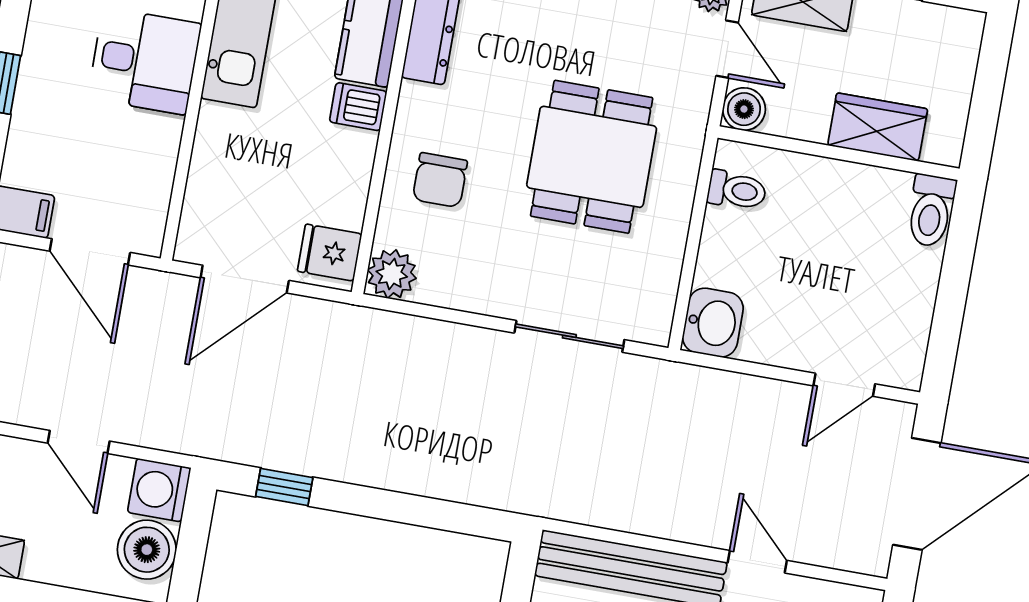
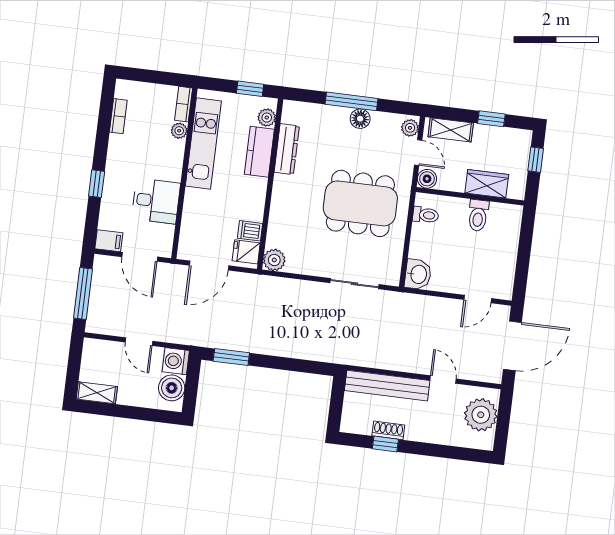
desk: (145, 61) -> (156, 201), moved
window: (990, 79) -> (536, 160), added
dishwasher: (358, 107) -> (250, 231), moved
dining table: (592, 157) -> (360, 203), width x1.38
chair: (440, 180) -> (294, 217), removed
toilet: (931, 211) -> (478, 215), moved
window: (284, 487) -> (231, 357), width x1.50

